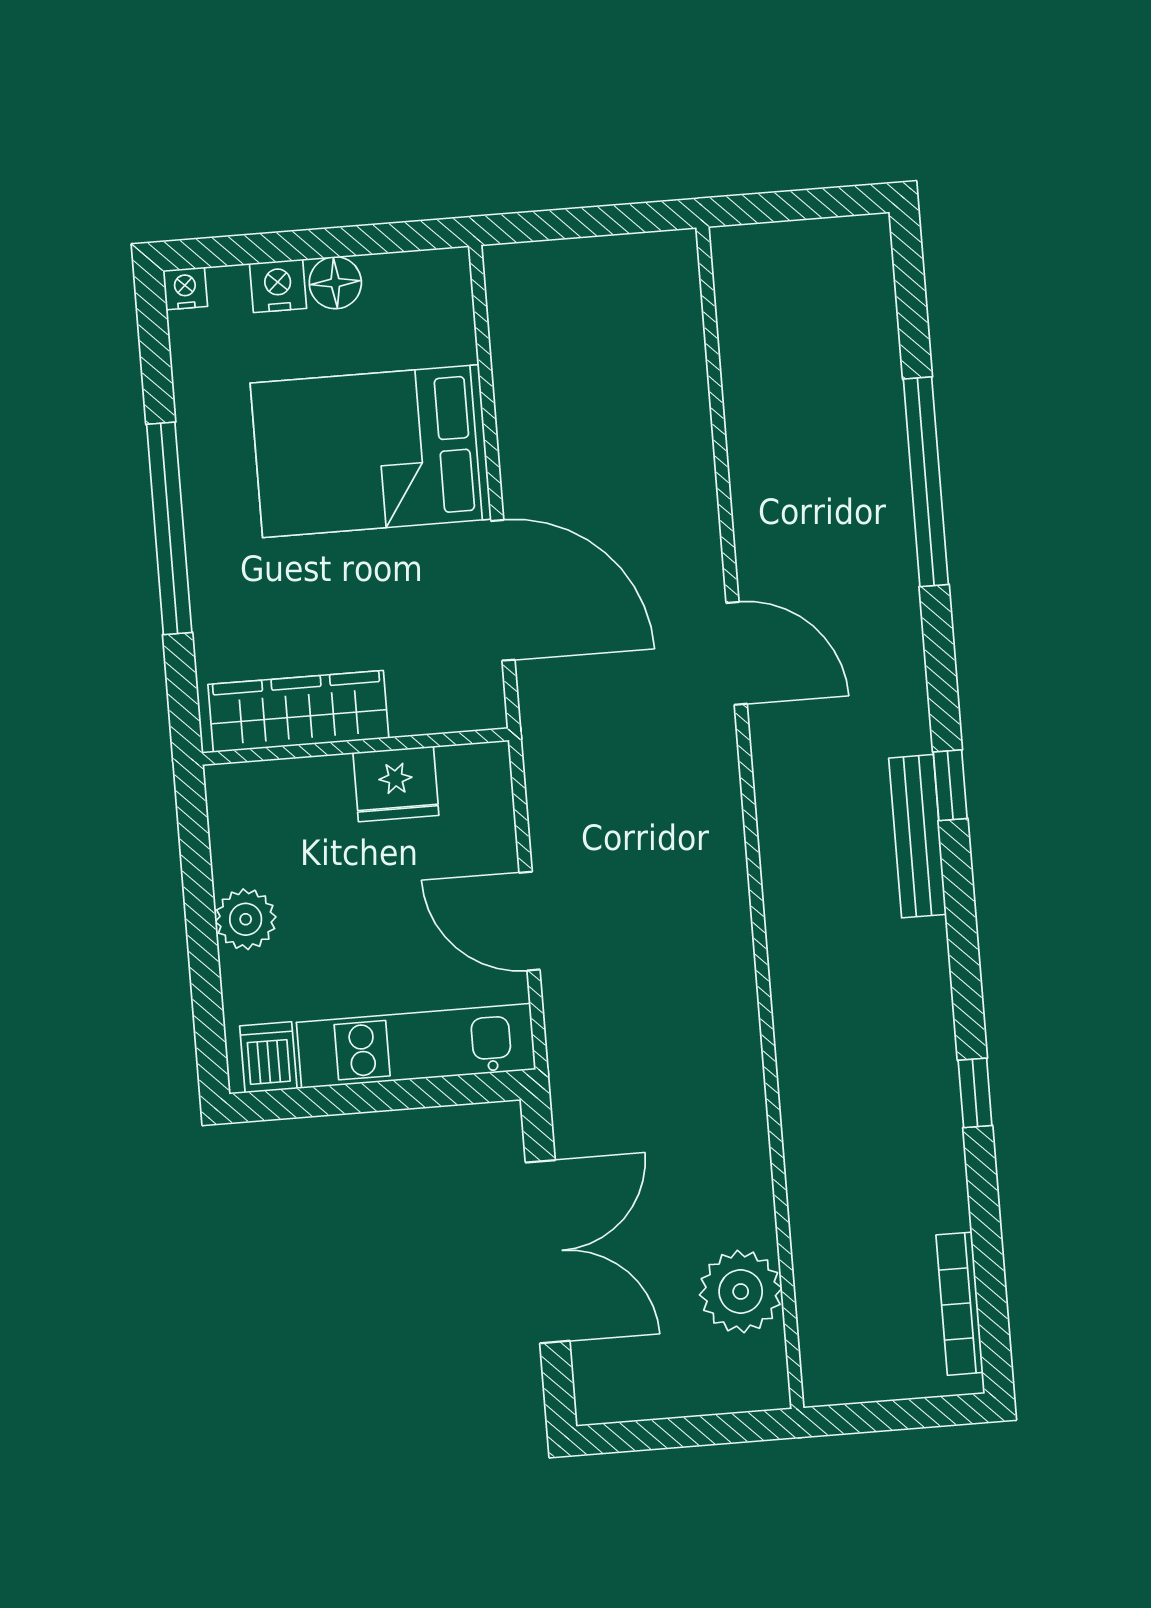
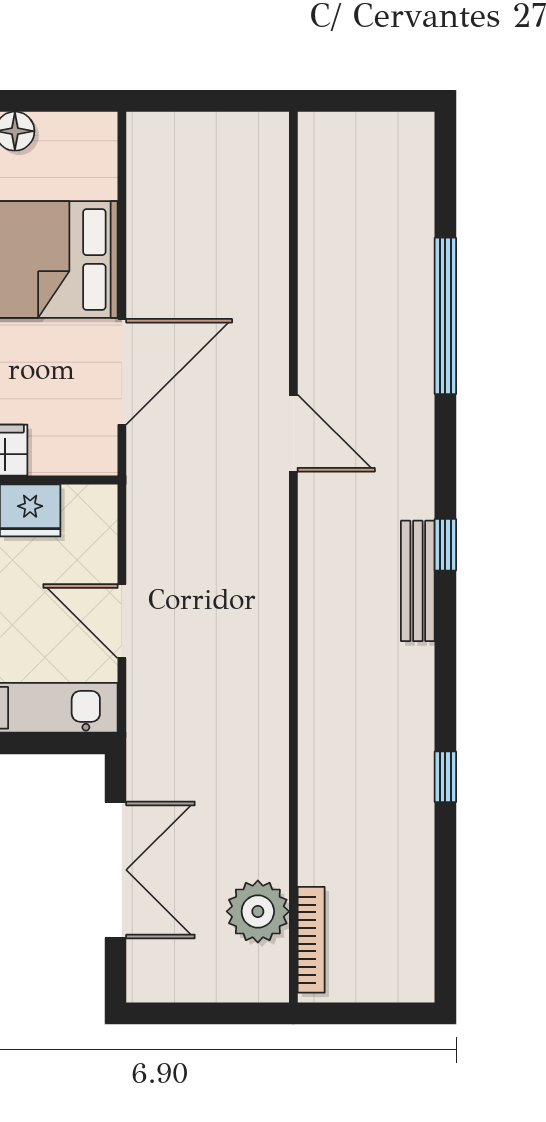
door: (503, 590) -> (122, 372), hinge flipped
bookcase: (960, 1304) -> (311, 940), moved, turned 180

